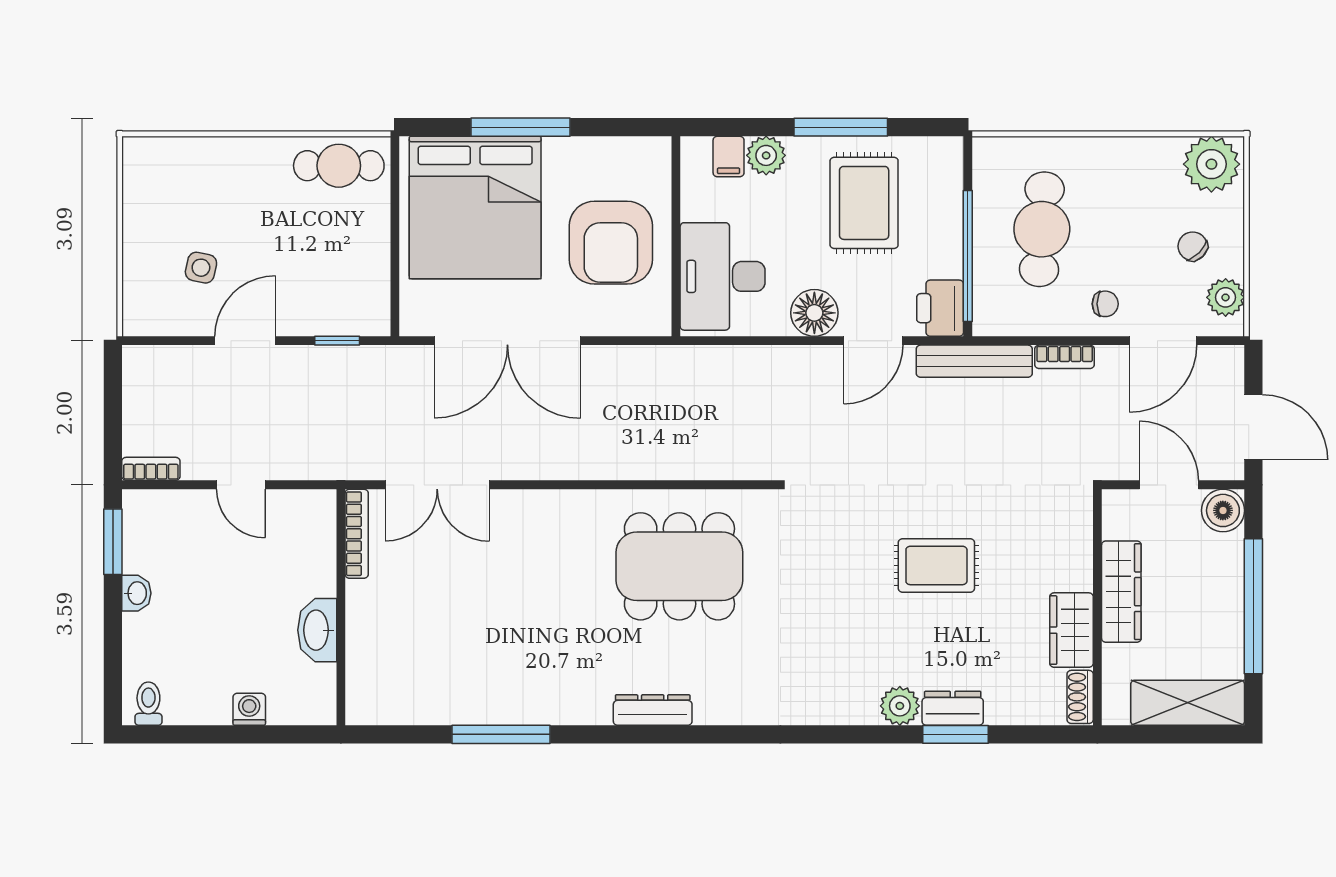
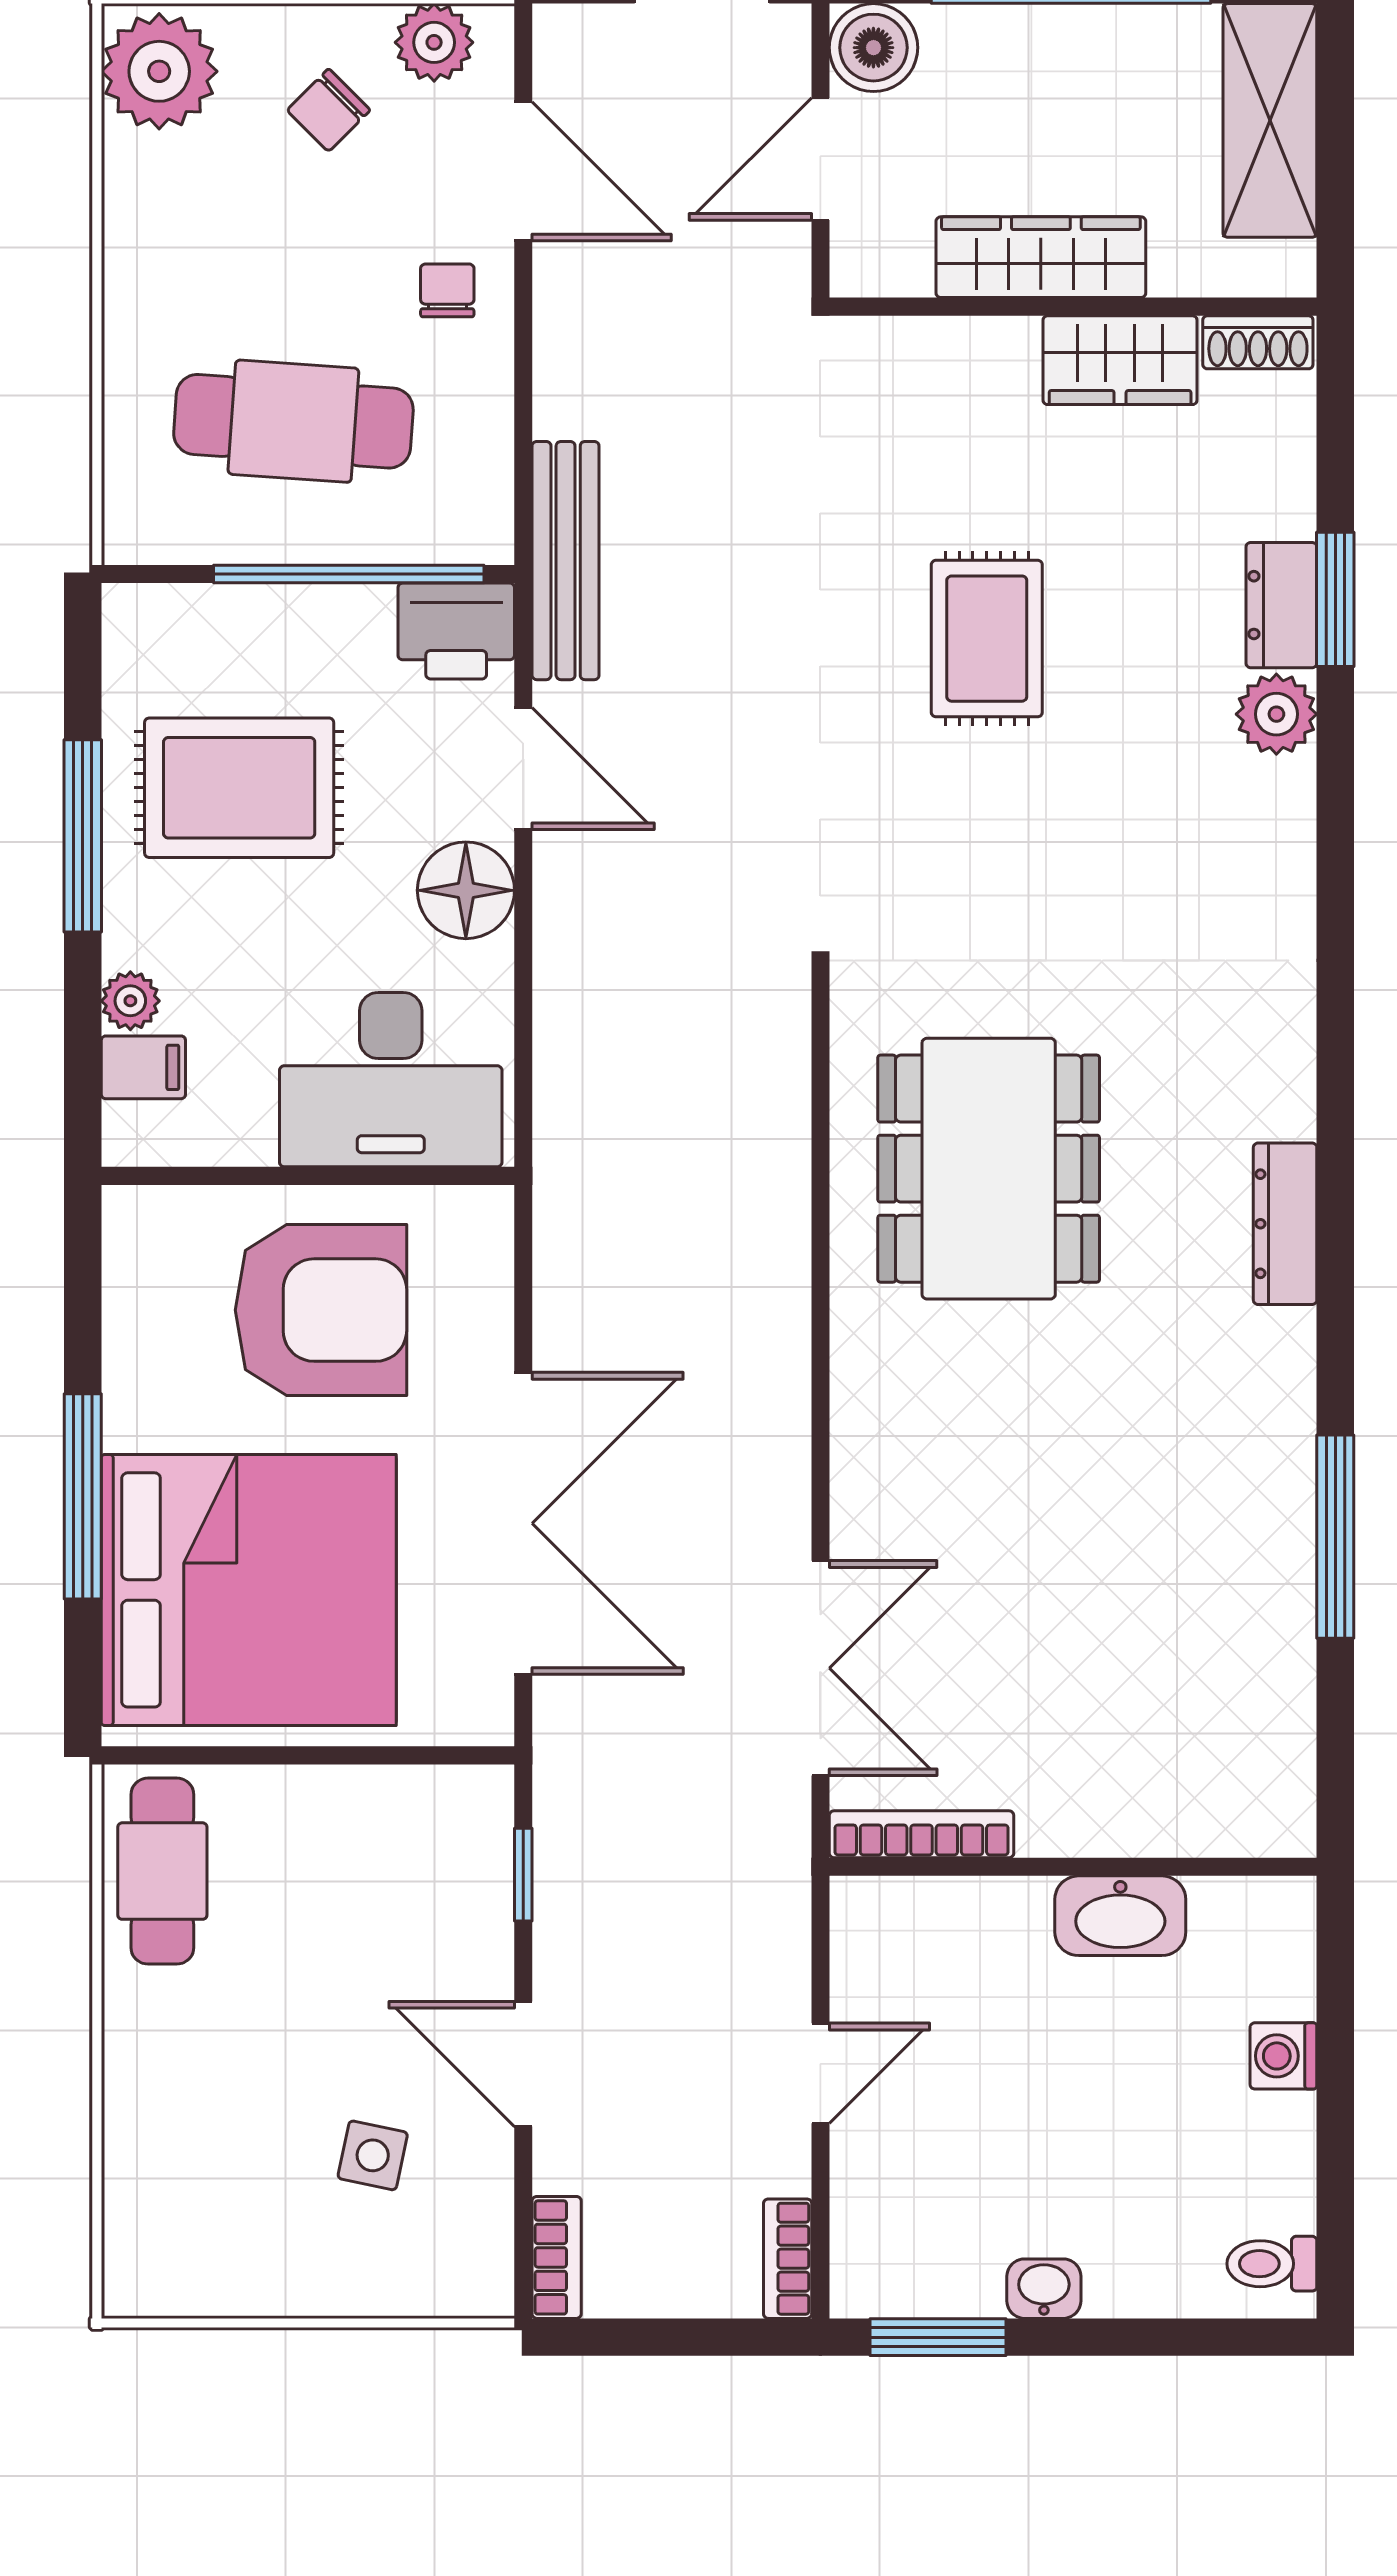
plant: (766, 155) -> (130, 1001), width x0.73, depth x0.73
bookcase: (1065, 357) -> (557, 2257), moved

